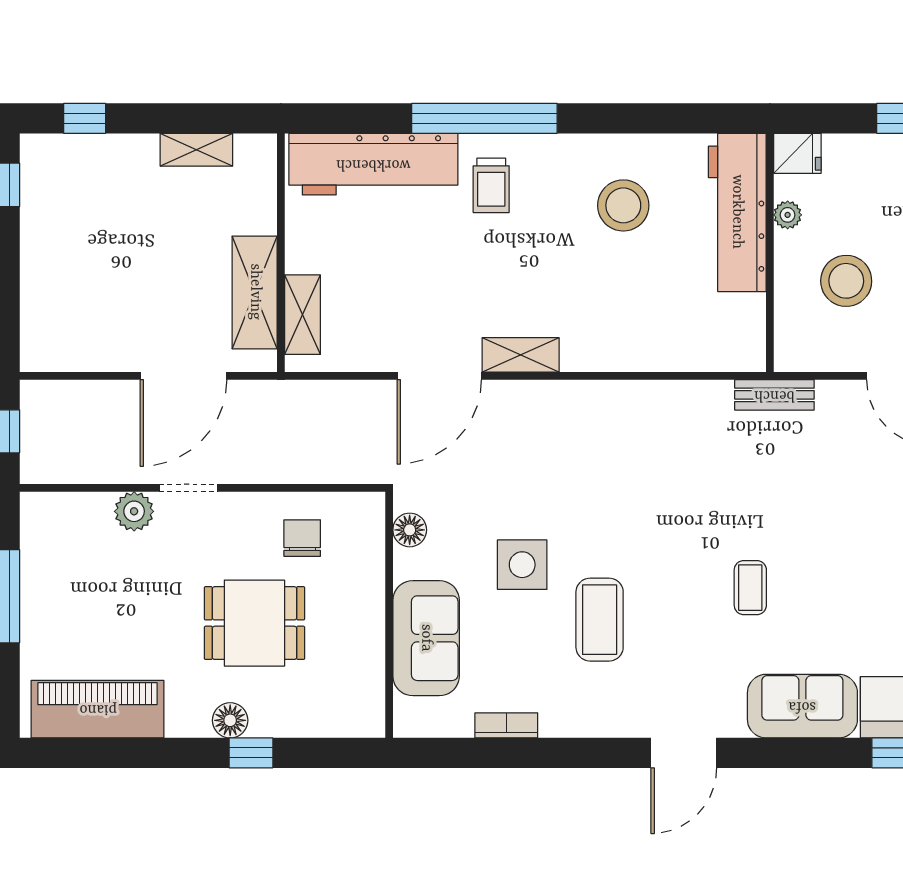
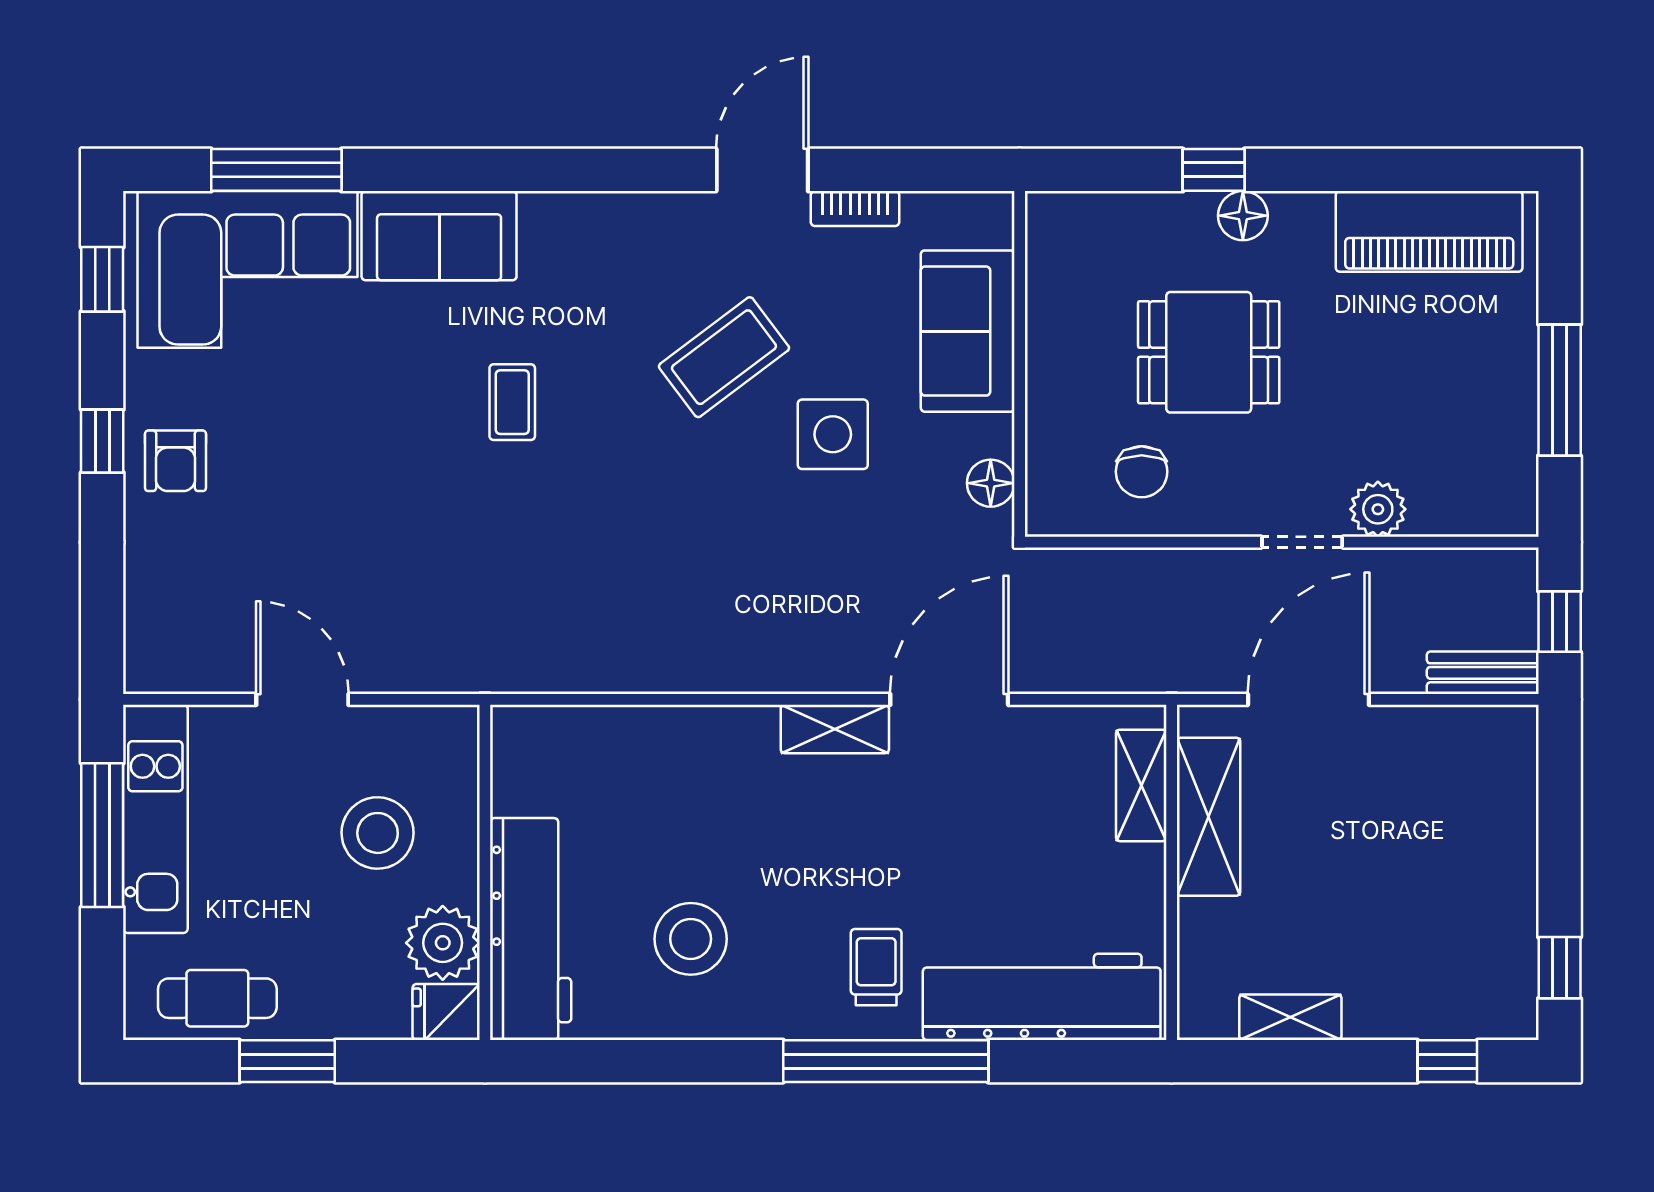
plant: (788, 215) -> (443, 943), width x1.88, depth x1.88
bench: (774, 395) -> (1483, 673), moved
coffee table: (600, 620) -> (724, 357), turned 53
door: (684, 753) -> (762, 170), moved

